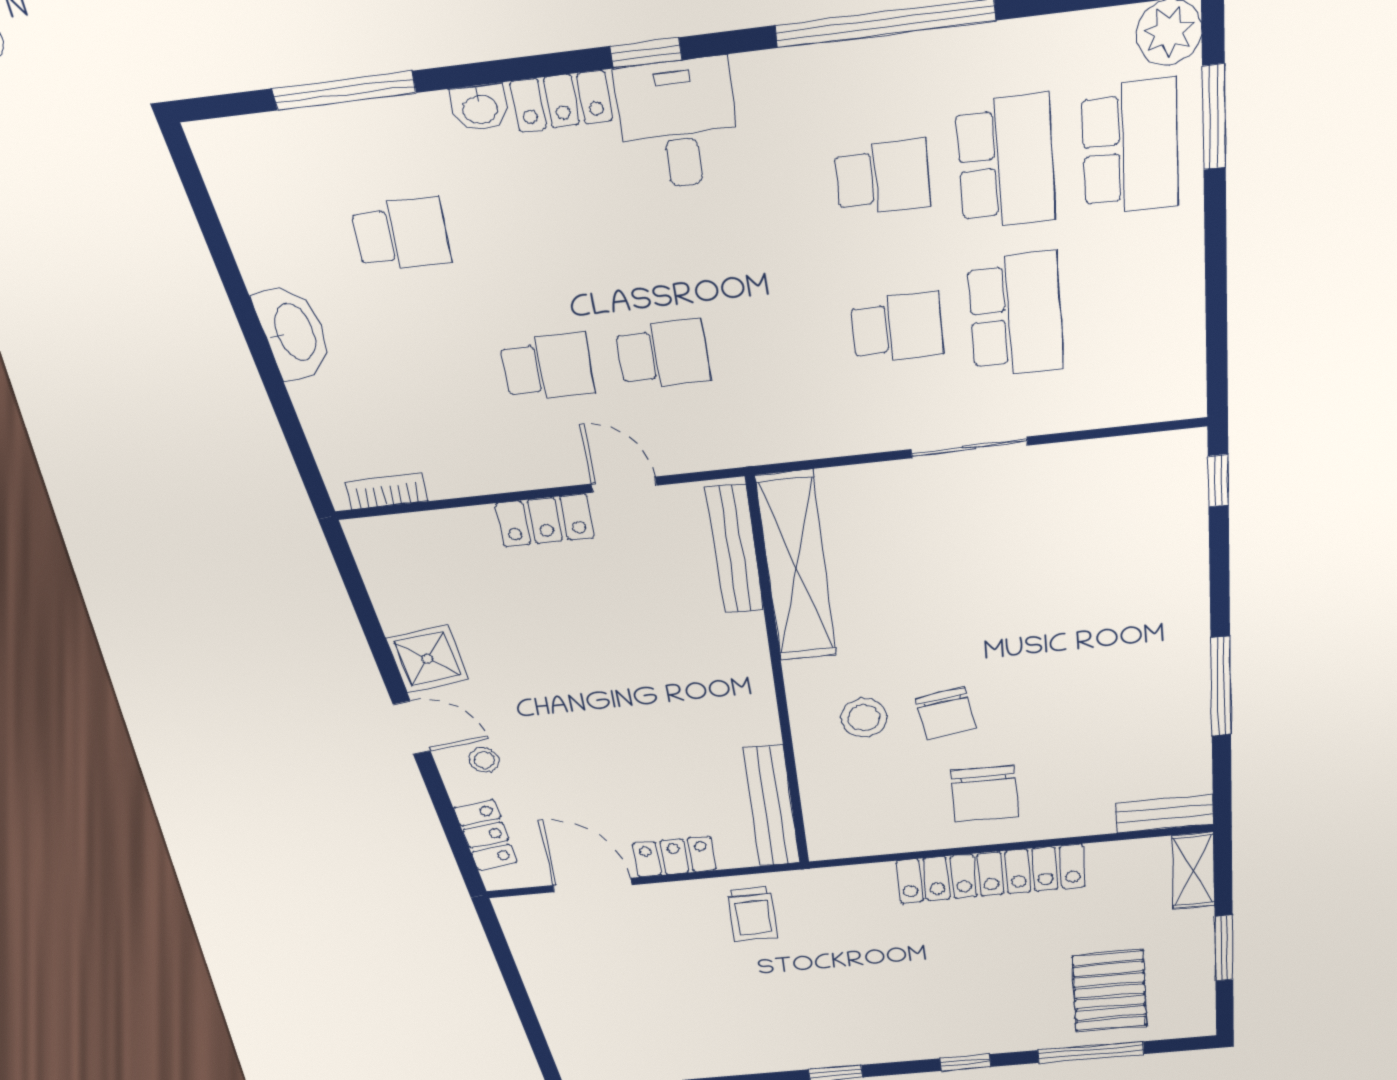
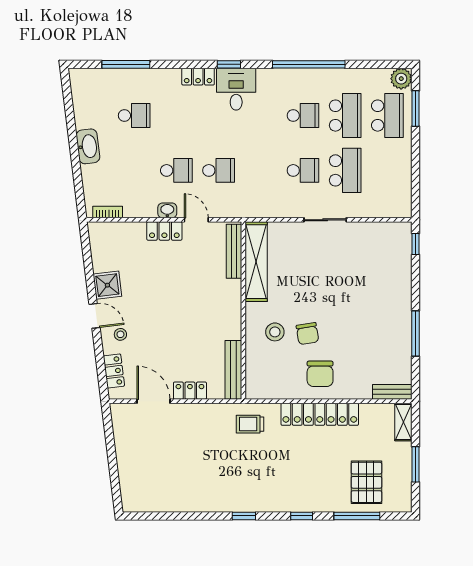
washbasin: (480, 108) -> (167, 210), moved, turned 180
trolley: (752, 914) -> (250, 424), moved, turned 90

